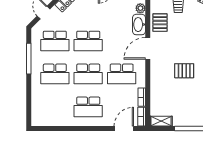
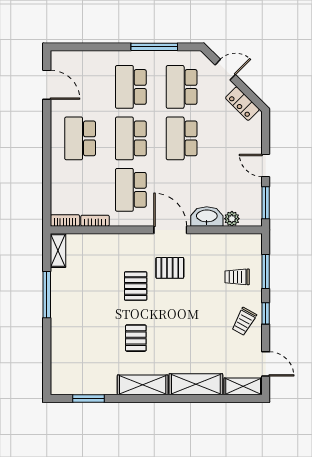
pallet: (160, 23) -> (170, 268), moved
door: (124, 129) -> (47, 85), moved

